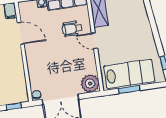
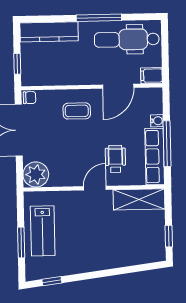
coffee table: (42, 60) -> (77, 111), added
lab bench: (129, 74) -> (43, 231), width x0.73, depth x0.72
window: (129, 89) -> (21, 243), moved

